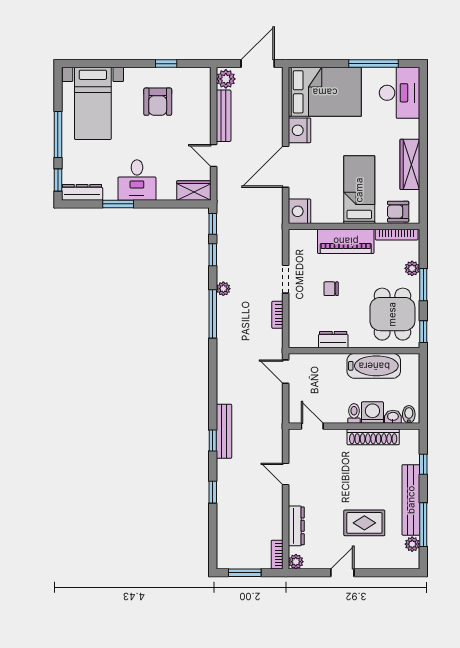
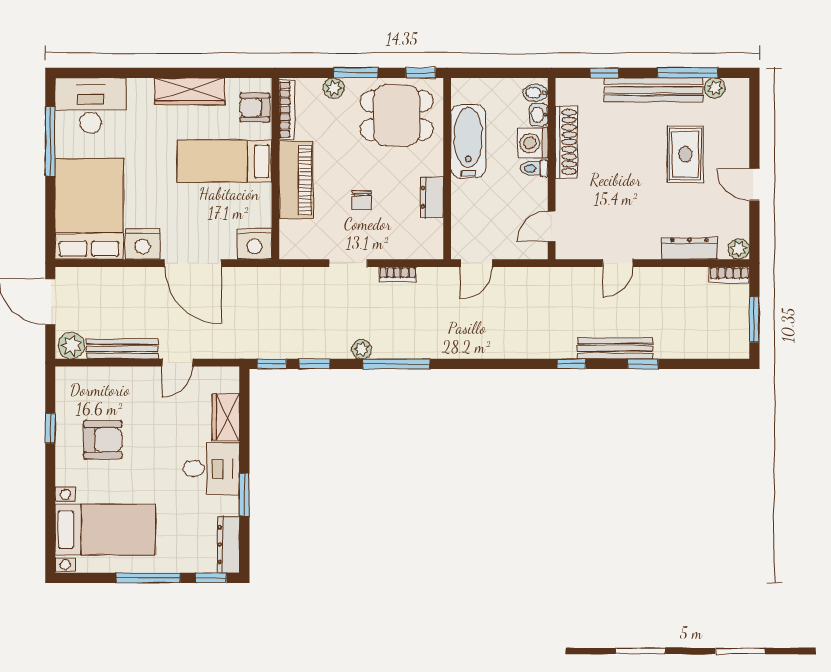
wardrobe: (194, 190) -> (226, 417), moved
armchair: (398, 212) -> (255, 108), turned 90
bench: (224, 431) -> (615, 348), moved

